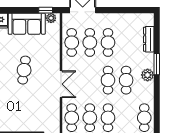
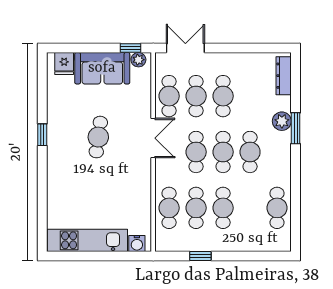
dresser: (149, 39) -> (284, 76), moved
plant: (148, 75) -> (282, 121), moved
cafe table: (90, 80) -> (196, 152), added
double door: (61, 84) -> (153, 138), moved

